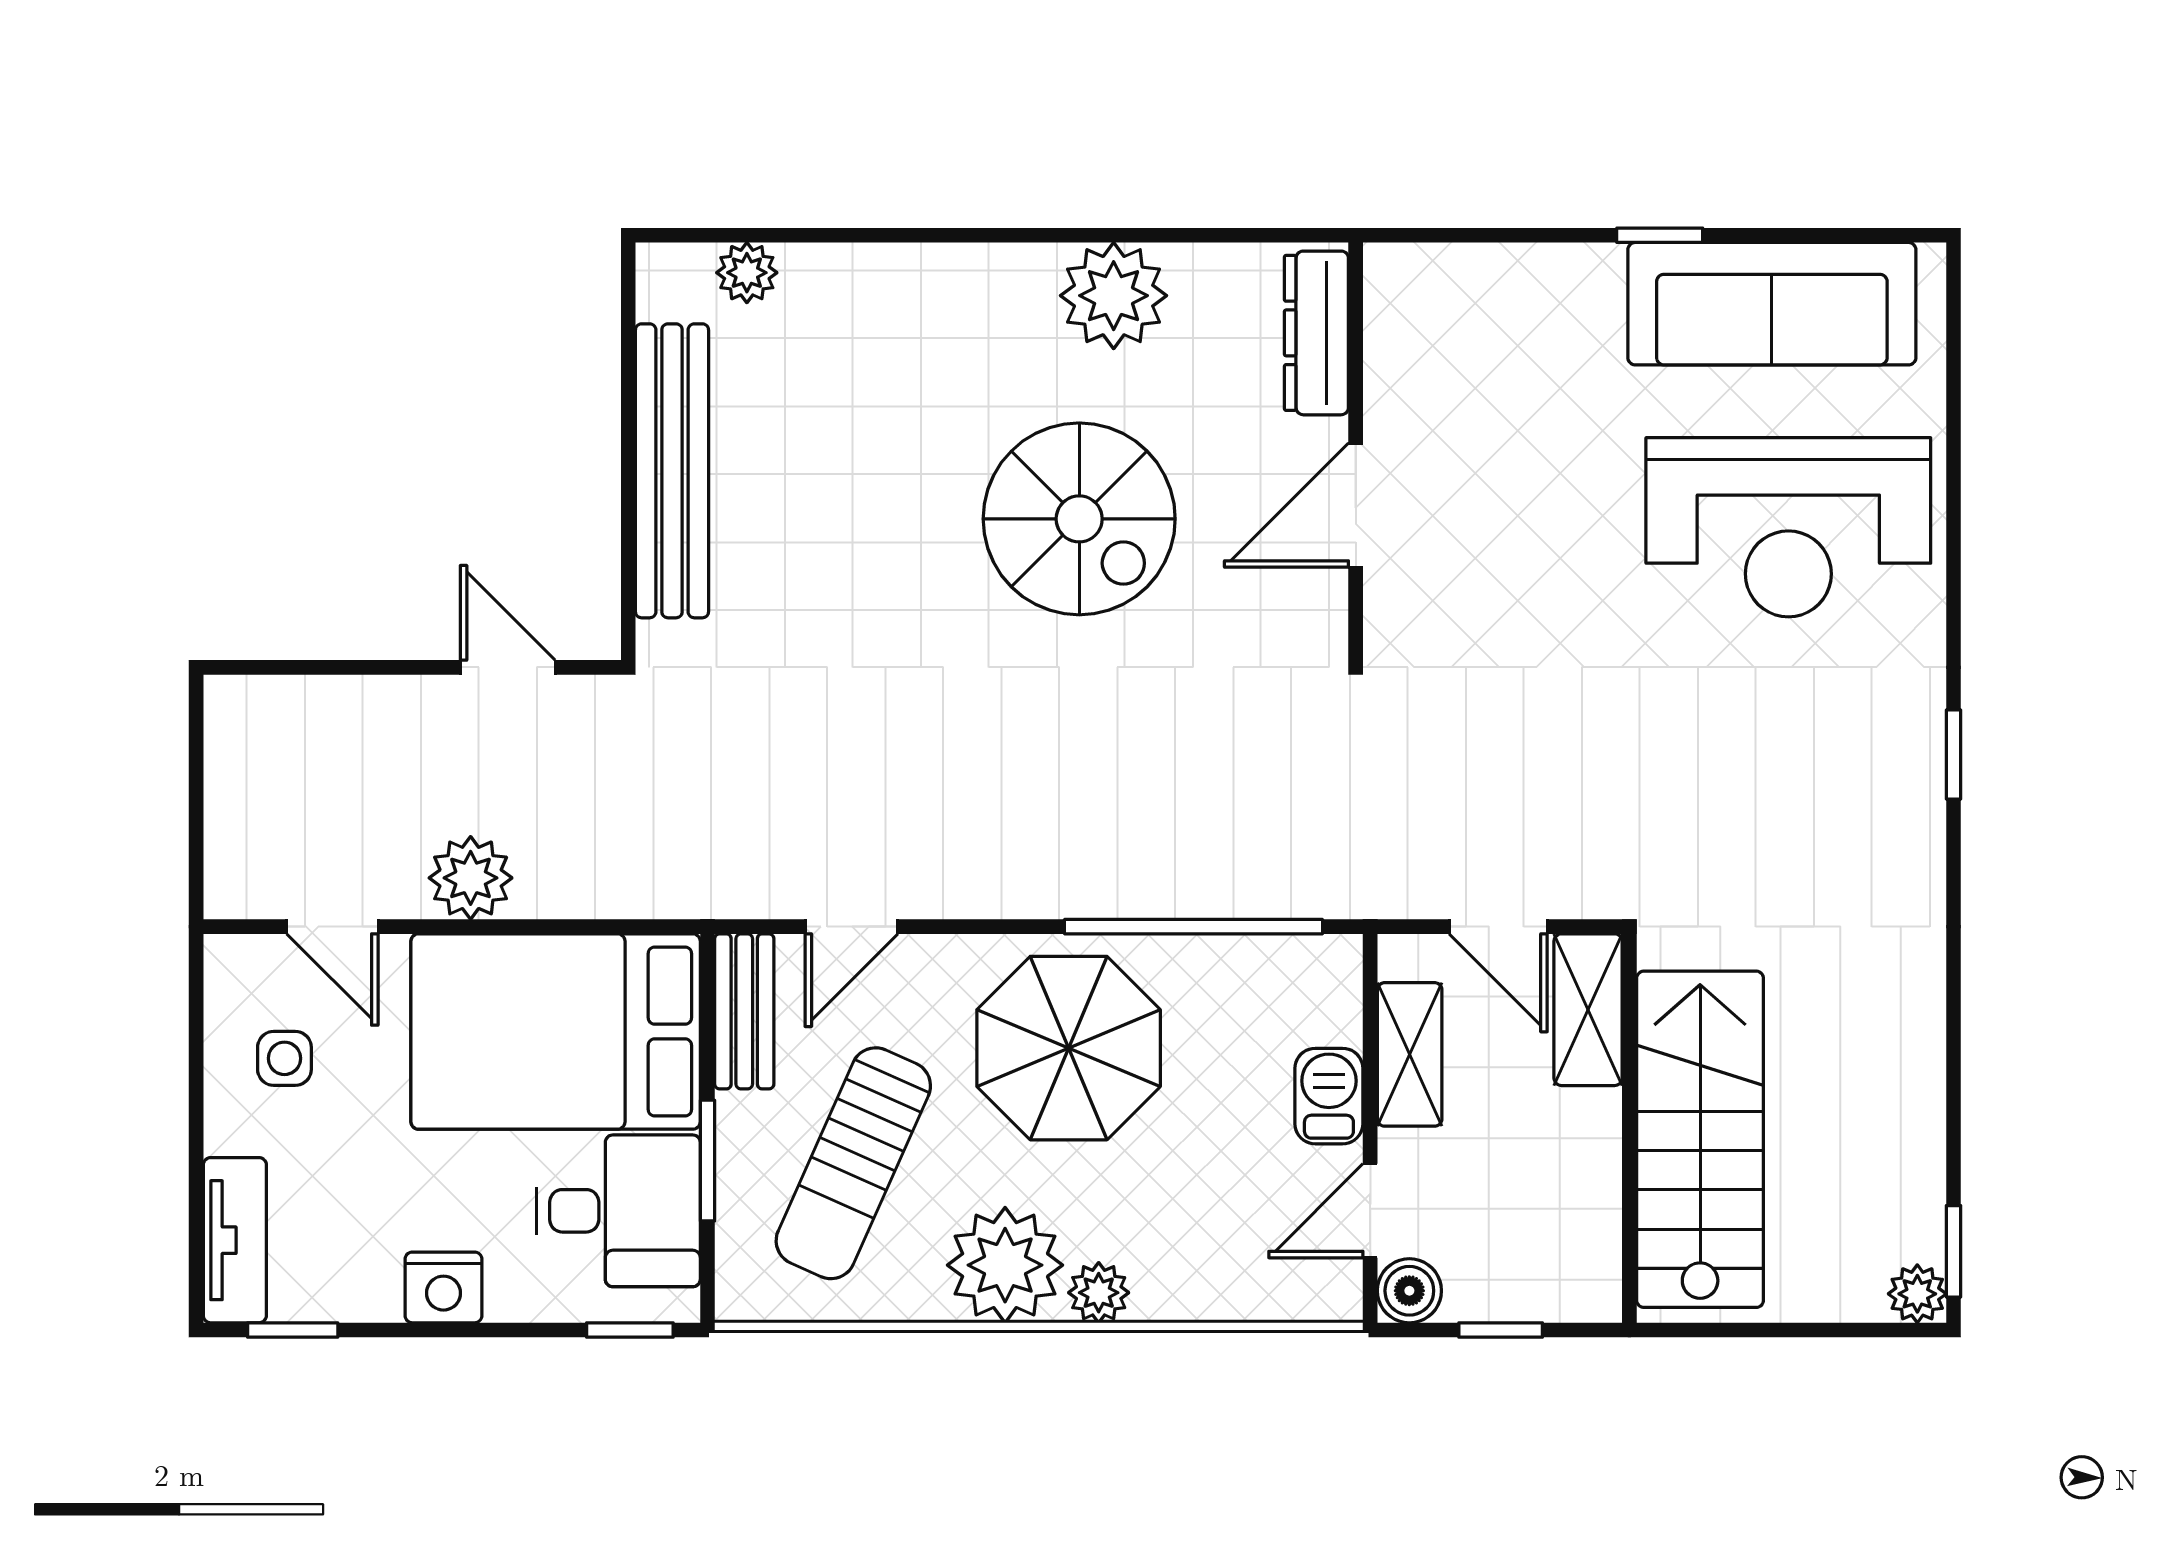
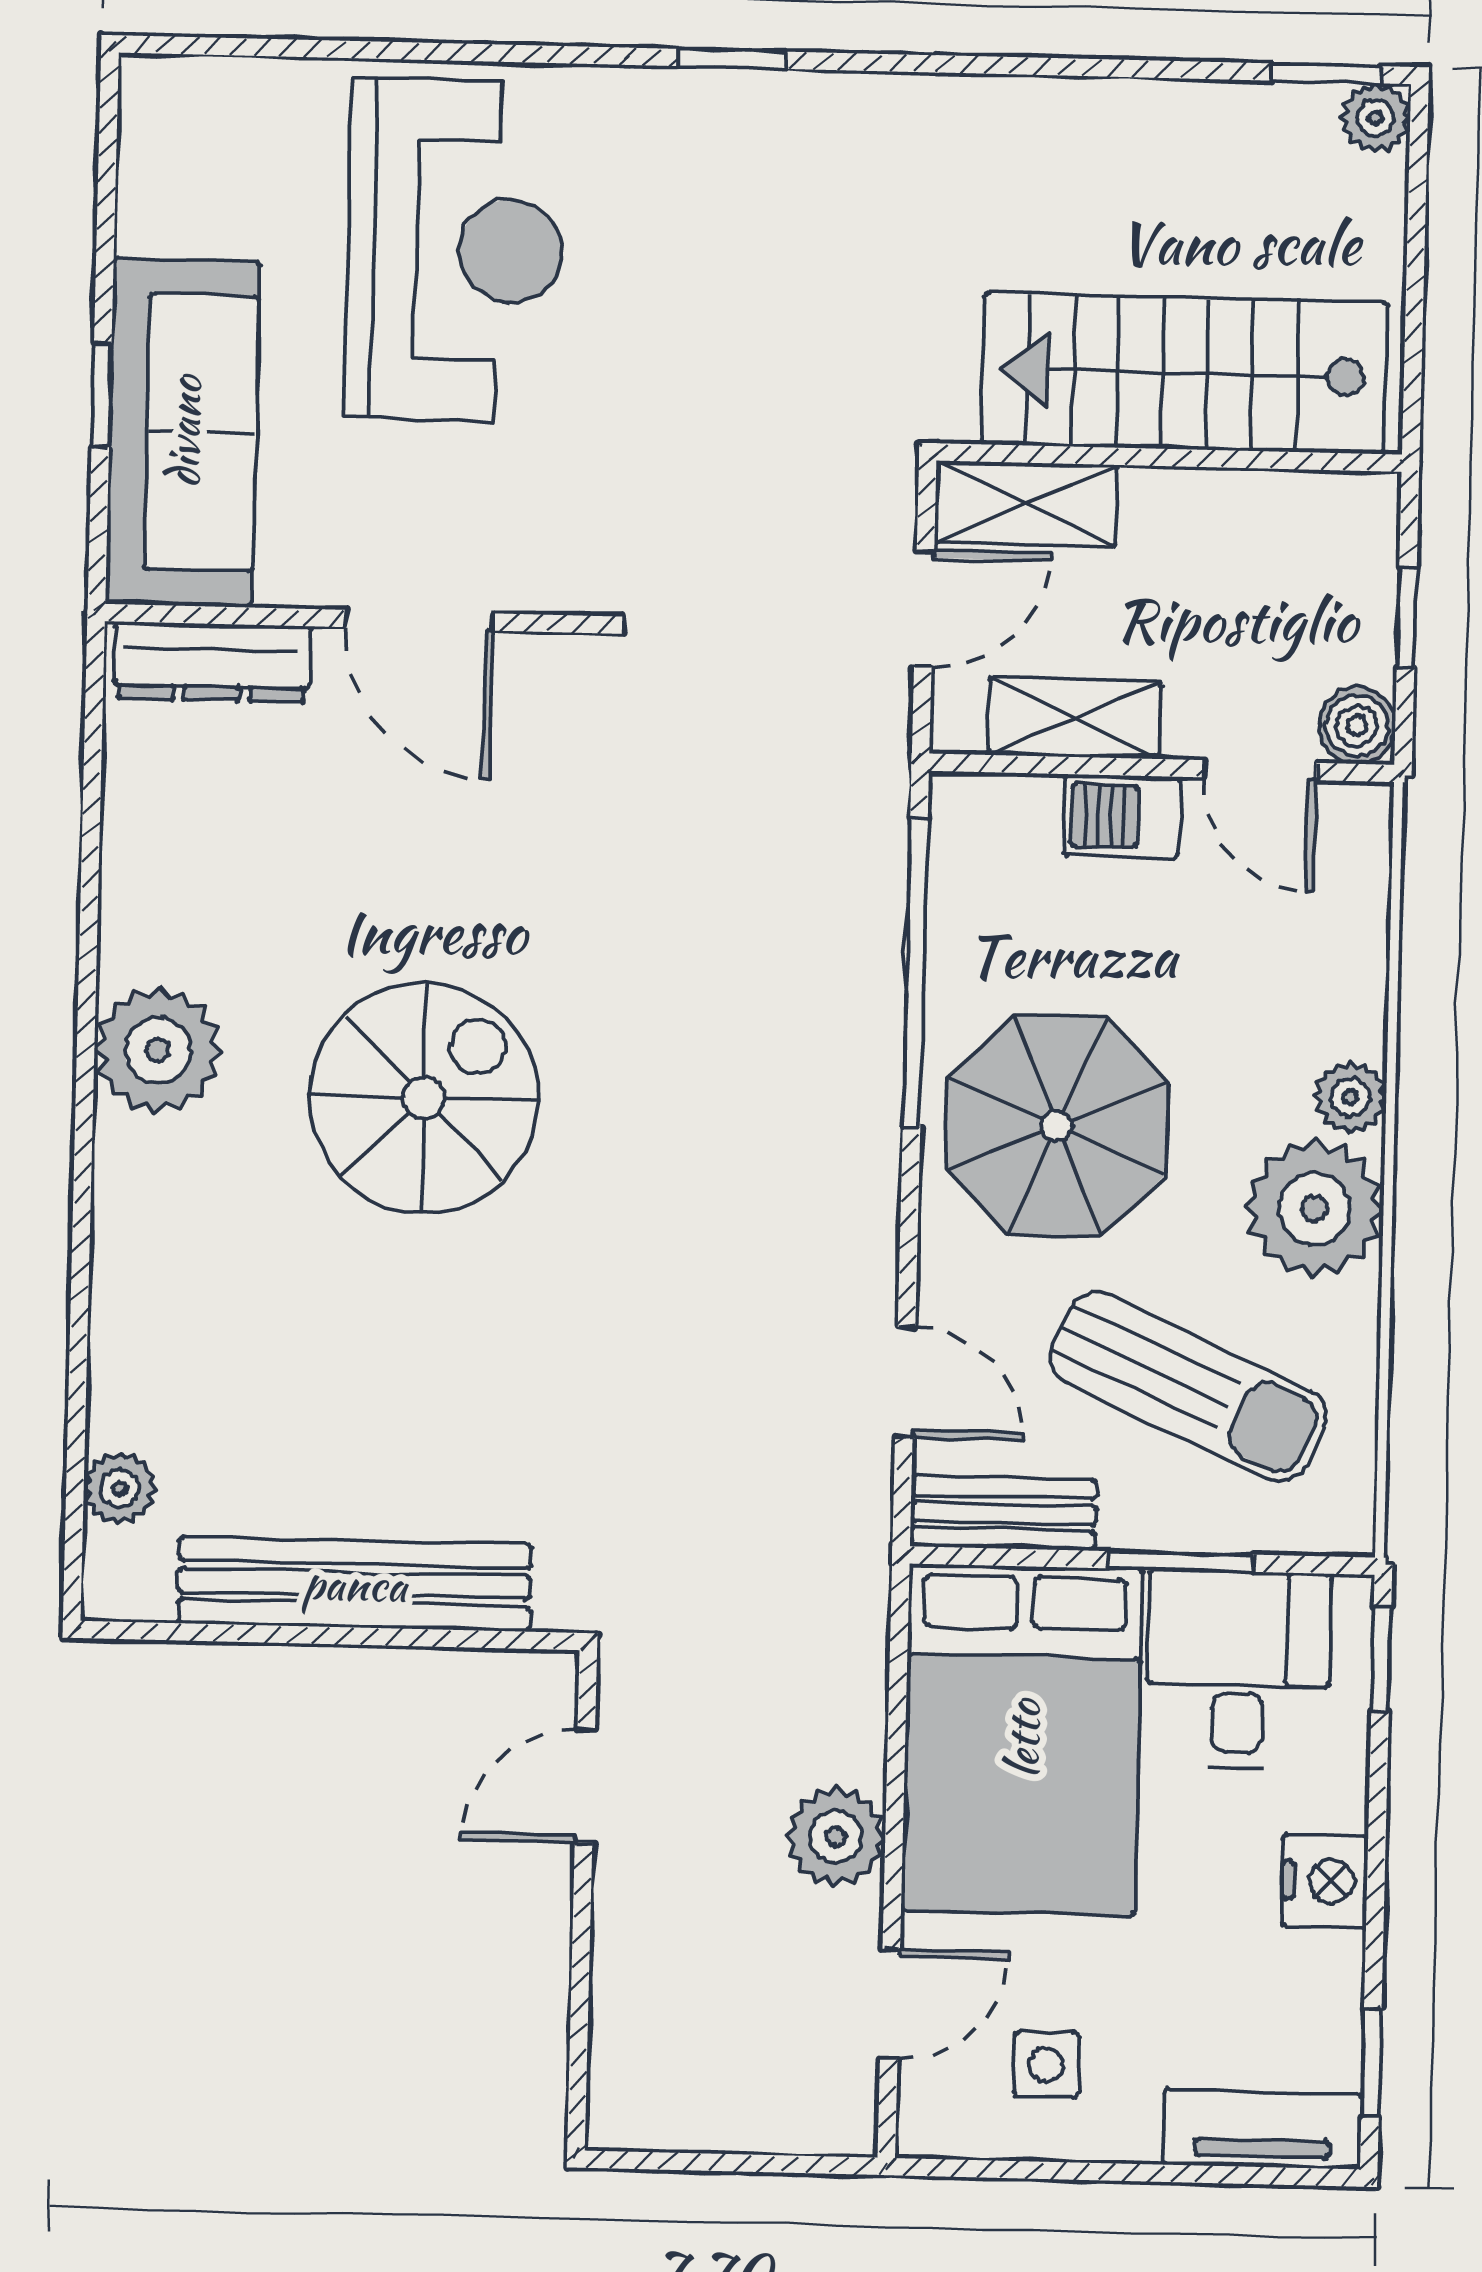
sofa: (1772, 304) -> (183, 432), moved
dresser: (1316, 333) -> (212, 662), moved
wall: (1356, 451) -> (355, 619), moved
door: (1356, 505) -> (419, 620), moved

